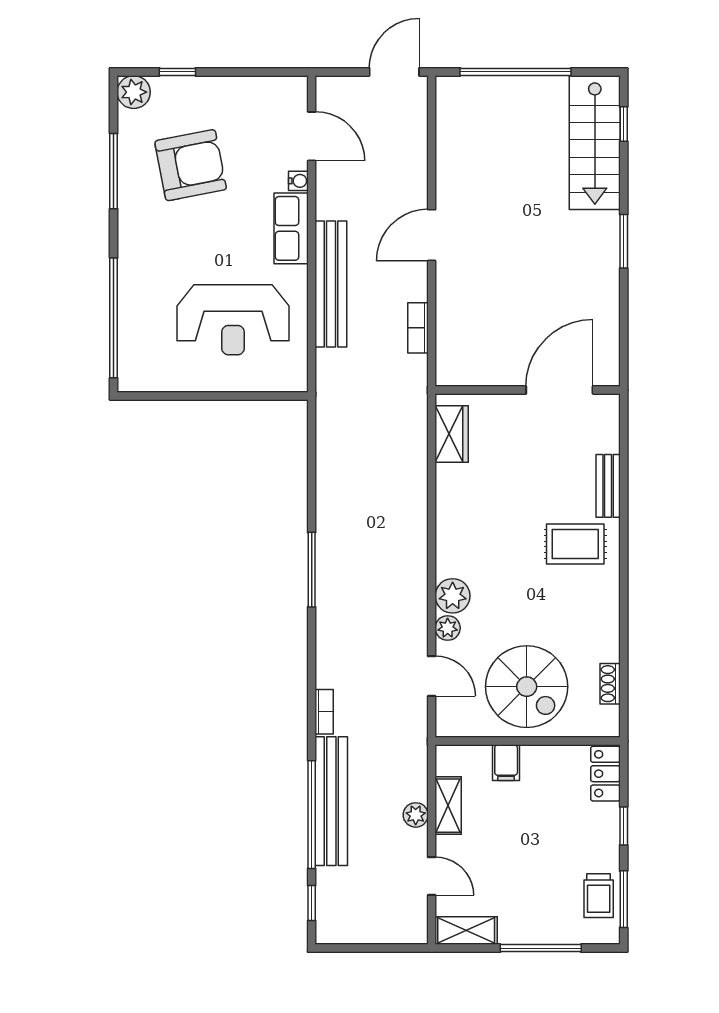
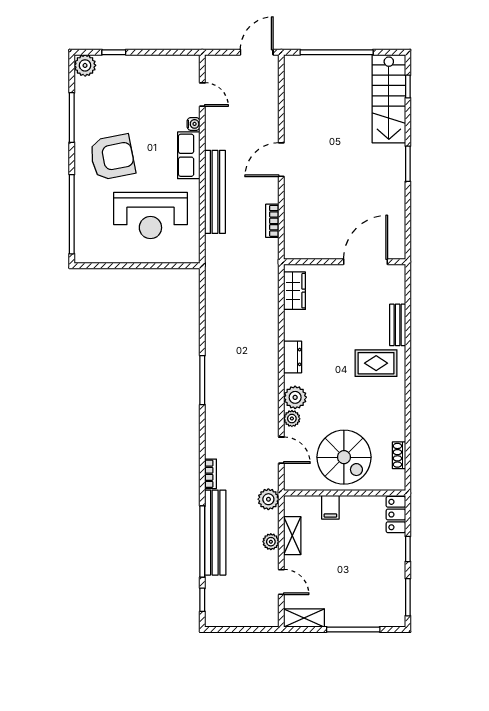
door: (312, 136) -> (202, 95), width x0.73
armchair: (191, 165) -> (112, 157), moved
dresser: (449, 535) -> (293, 357), added
plant: (412, 750) -> (268, 499), added
trolley: (599, 896) -> (391, 595), removed

